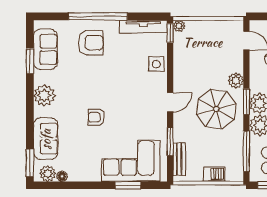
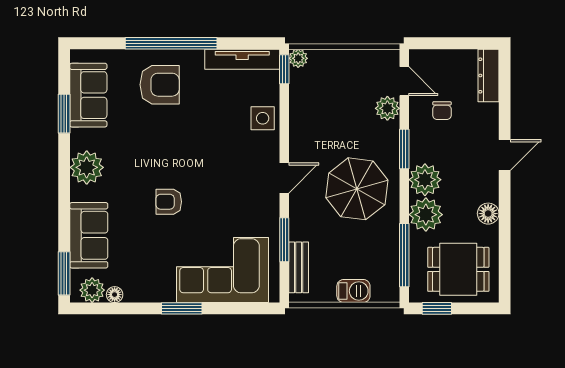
plant: (236, 80) -> (387, 108), moved
window: (246, 102) -> (404, 149), moved
window: (128, 185) -> (182, 308), moved

